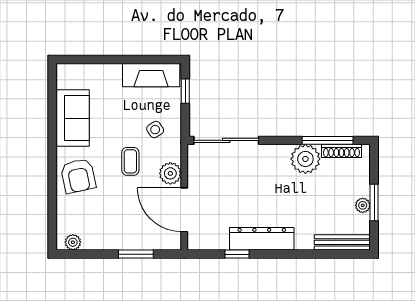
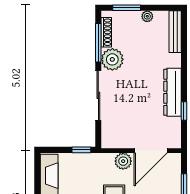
window: (185, 91) -> (81, 150), moved
side table: (155, 130) -> (90, 173), removed
sliding door: (226, 140) -> (98, 95), moved
window: (374, 202) -> (127, 8), moved

